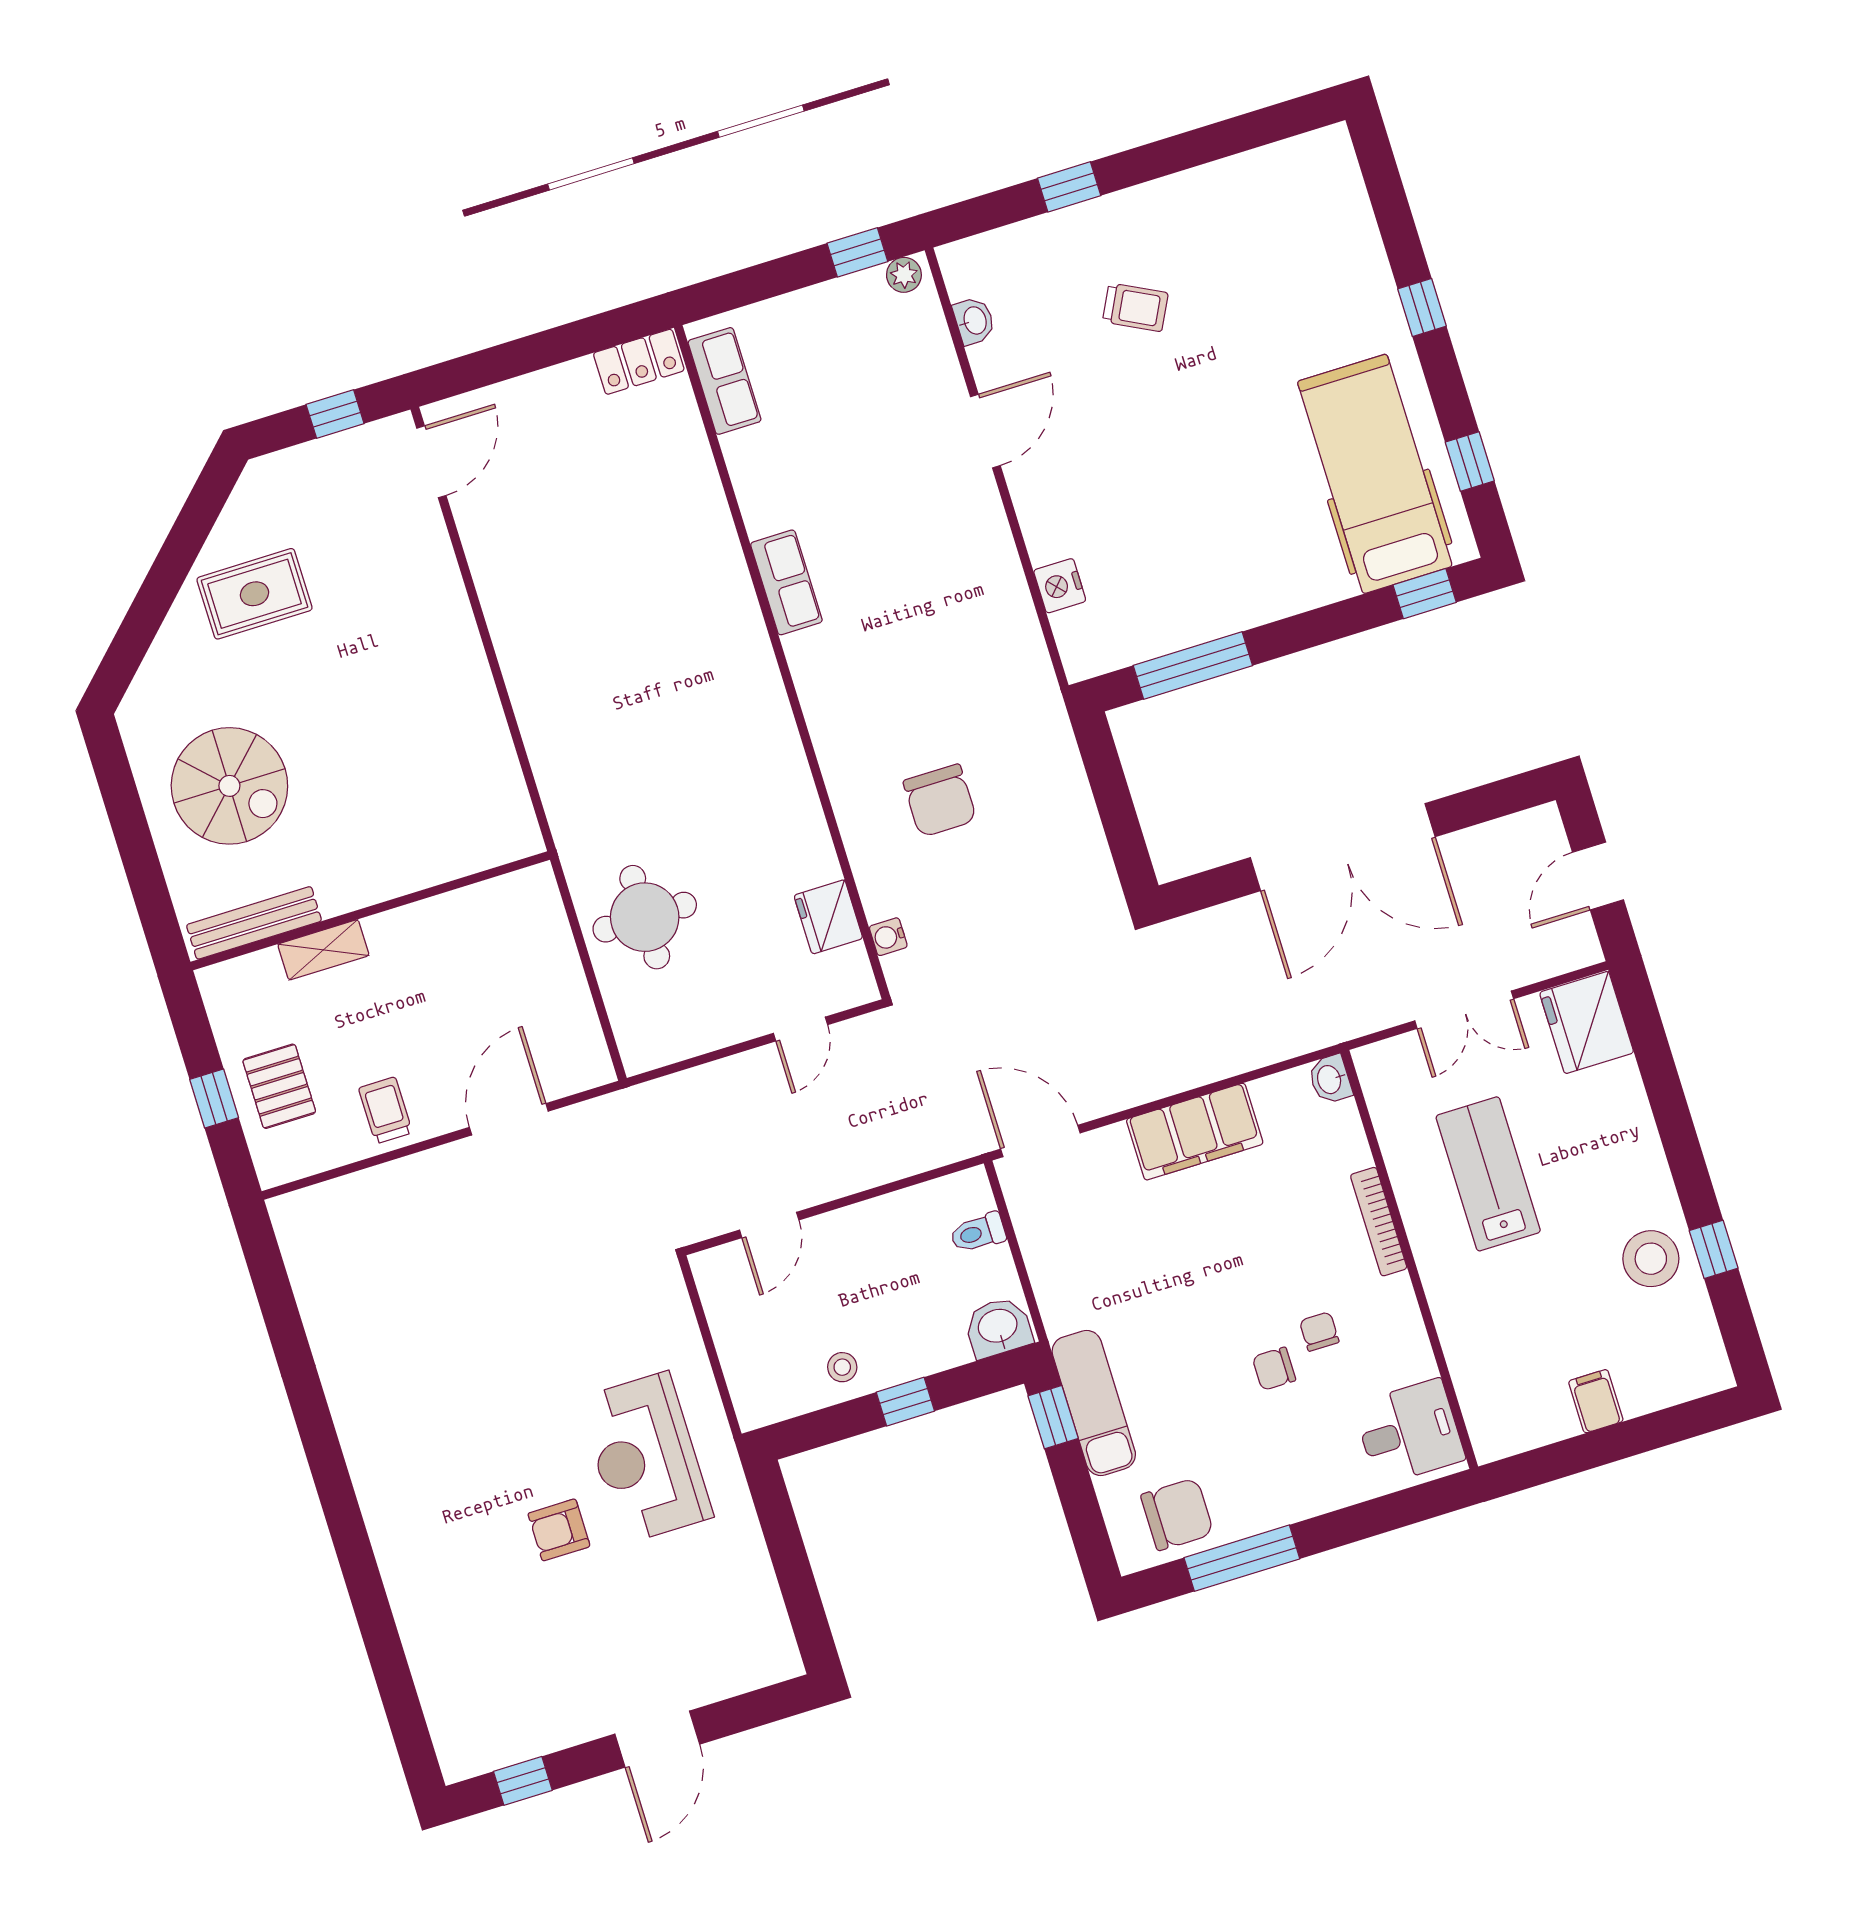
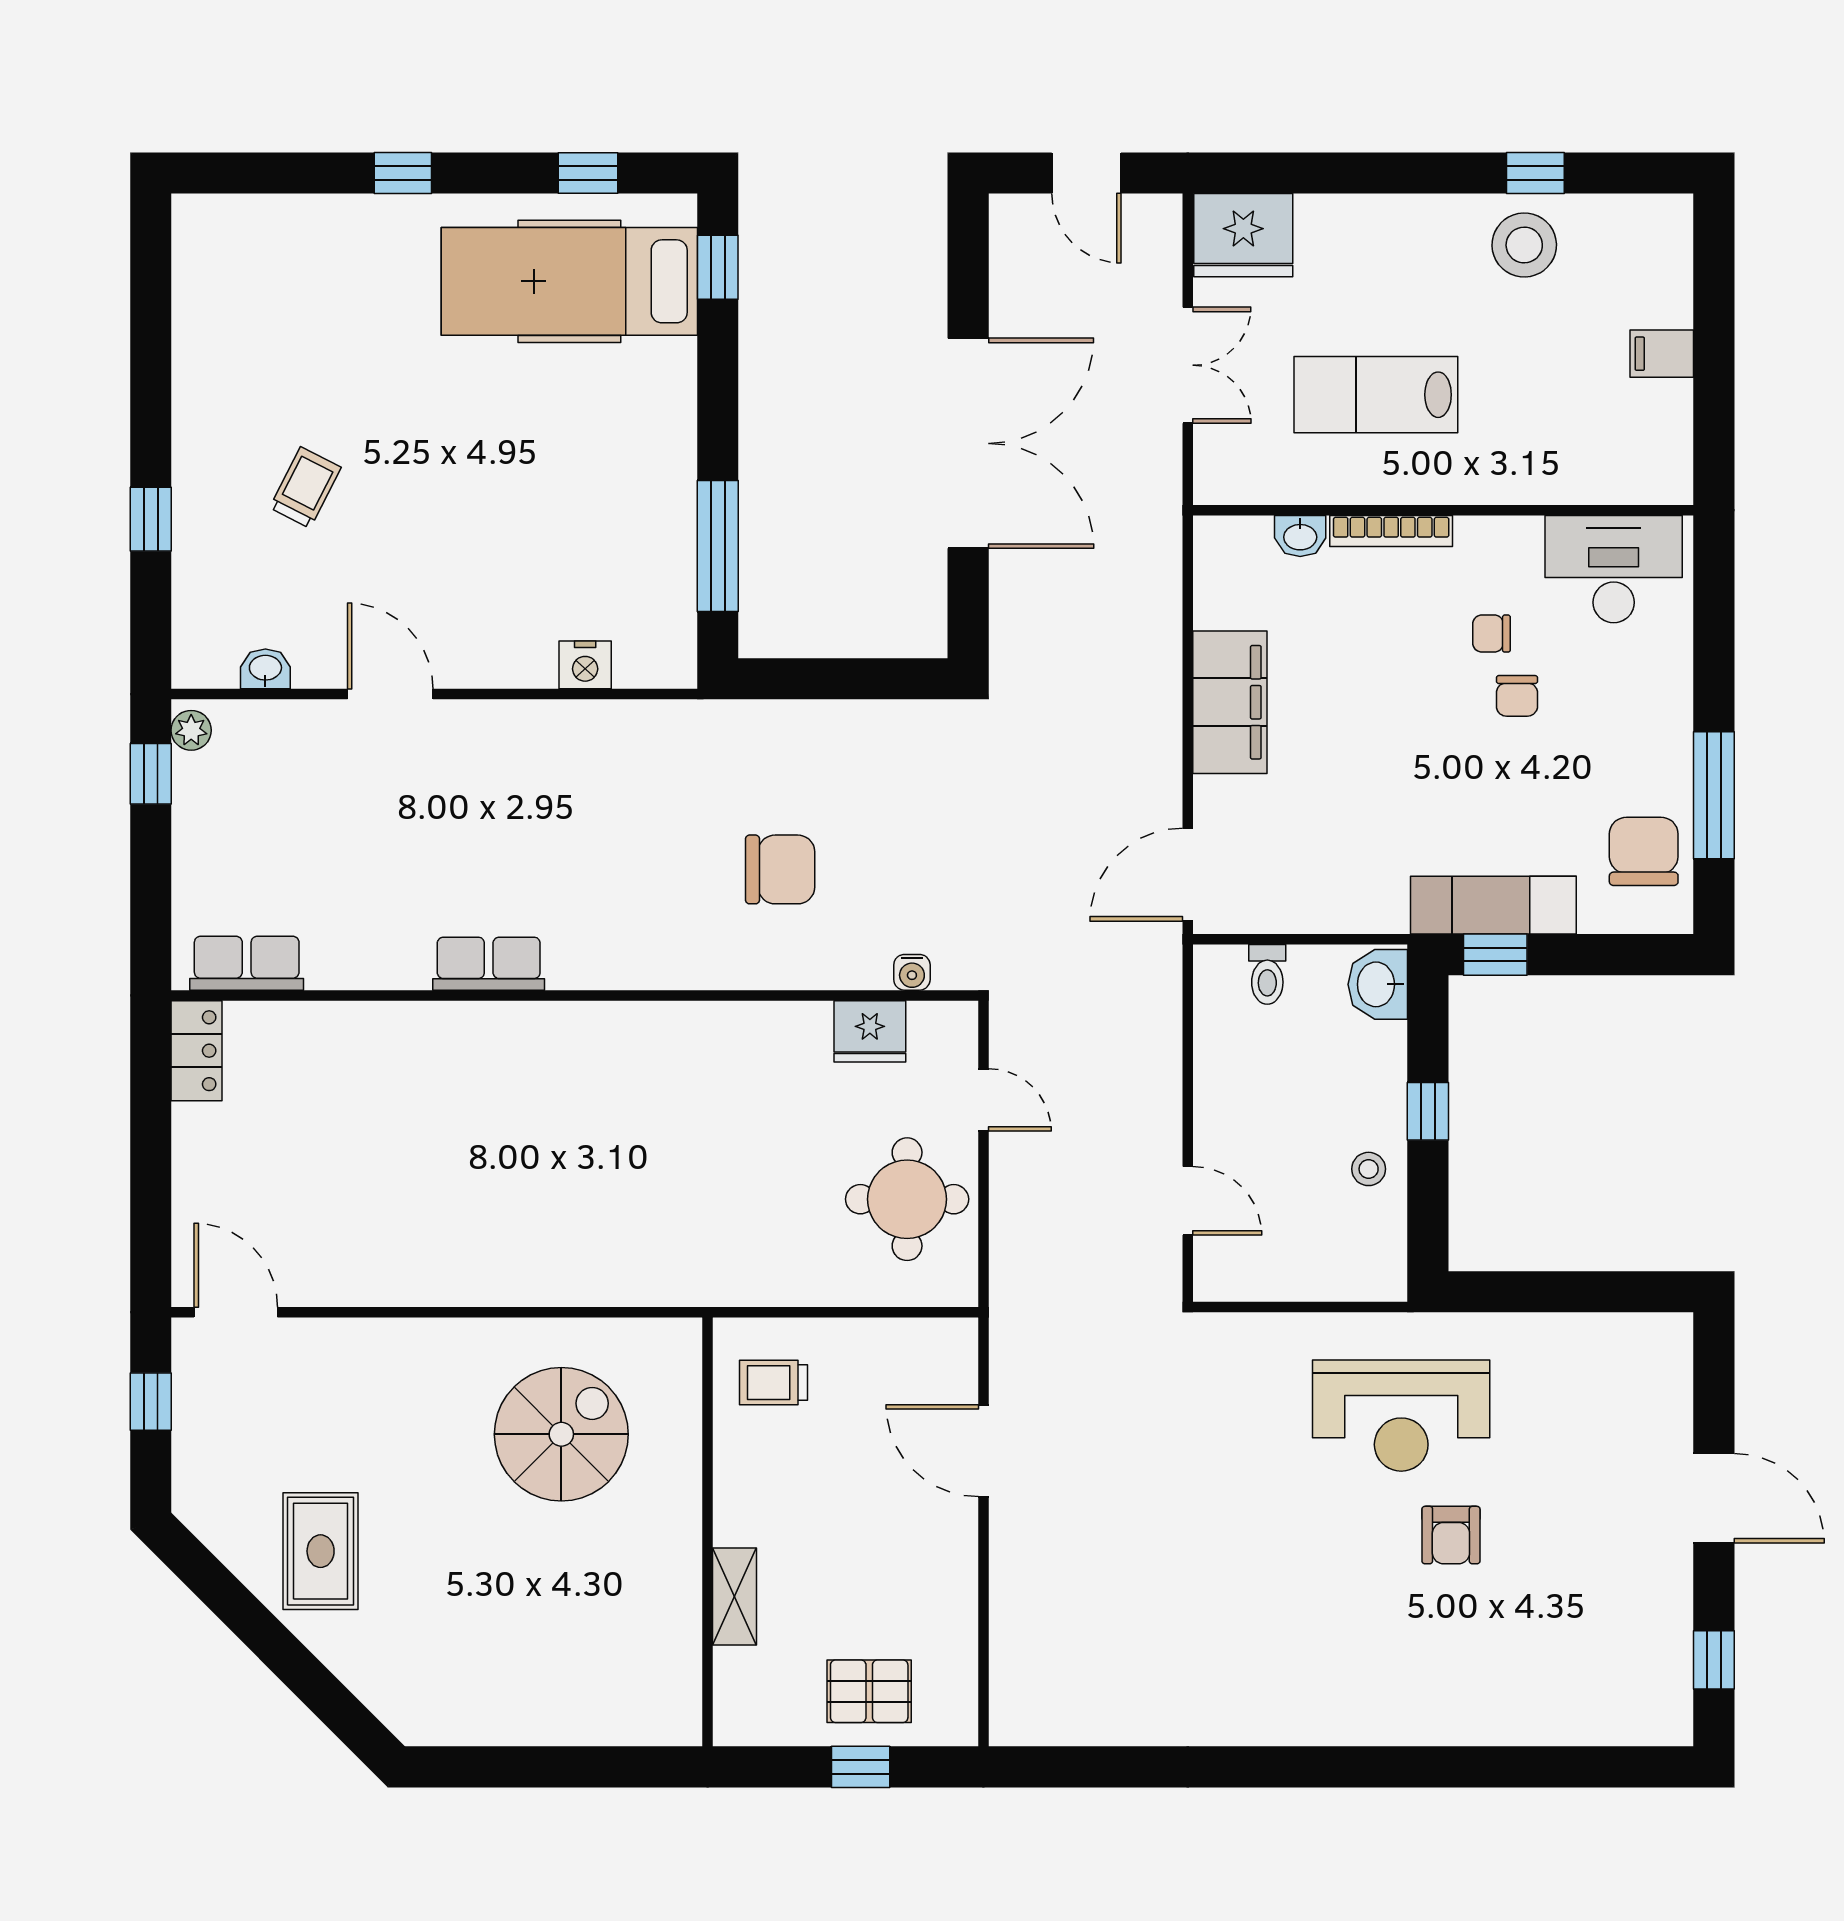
spiral stairs: (229, 786) -> (561, 1434), moved
round table: (645, 917) -> (907, 1199), moved
bench: (254, 923) -> (681, 1663), removed
washbasin: (1330, 1079) -> (1300, 536), moved
trolley: (385, 1110) -> (773, 1383), moved
desk: (1409, 1432) -> (1614, 569), width x1.37

